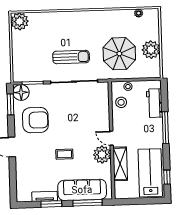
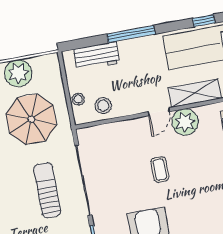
coffee table: (64, 154) -> (160, 170), moved

